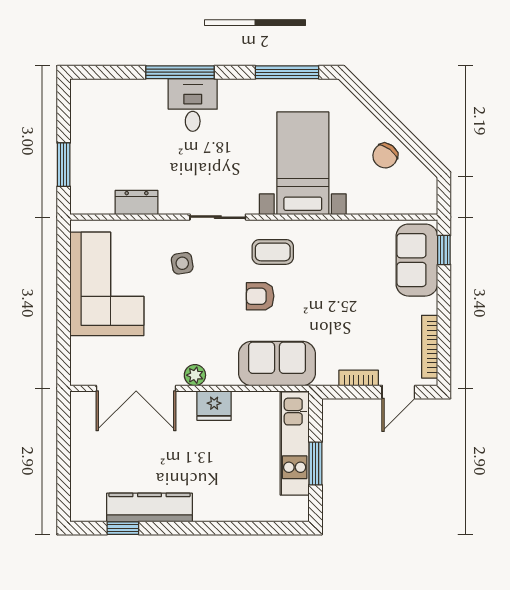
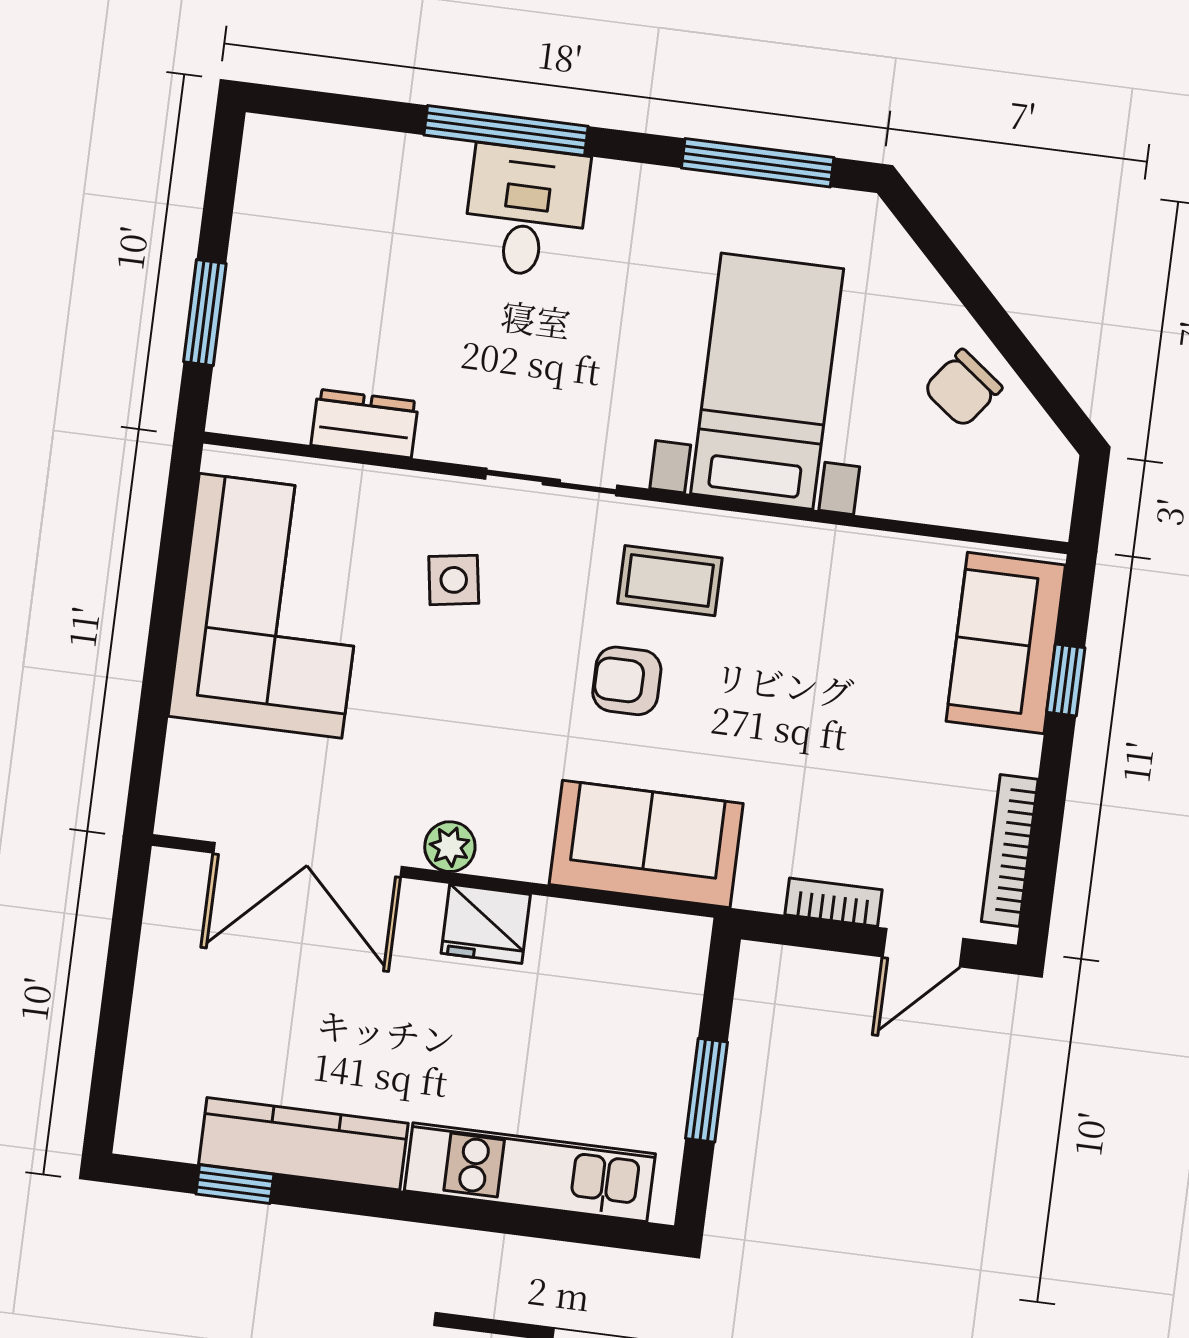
window: (444, 250) -> (1066, 680), moved
kitchen unit: (295, 444) -> (530, 1172), moved, turned 90

